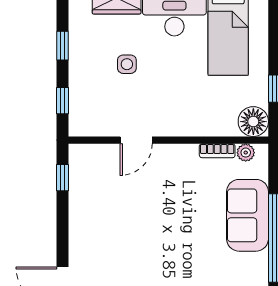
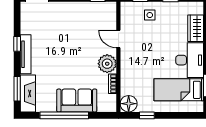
side table: (127, 64) -> (150, 15), moved
plant: (246, 153) -> (107, 64), moved, width x1.88, depth x1.88

